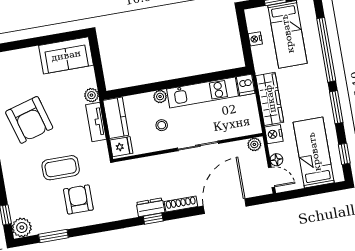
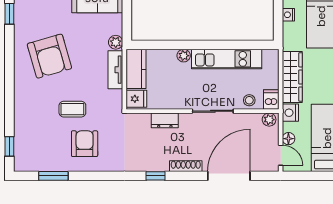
dishwasher: (246, 85) -> (271, 100), moved, turned 180
stool: (162, 125) -> (249, 100), moved
coffee table: (61, 168) -> (72, 109), width x0.73, depth x0.77
dresser: (150, 207) -> (165, 120), moved, turned 180
plant: (22, 228) -> (23, 162), removed

